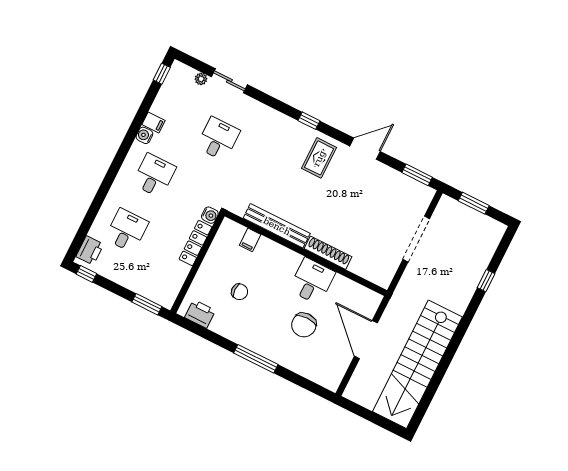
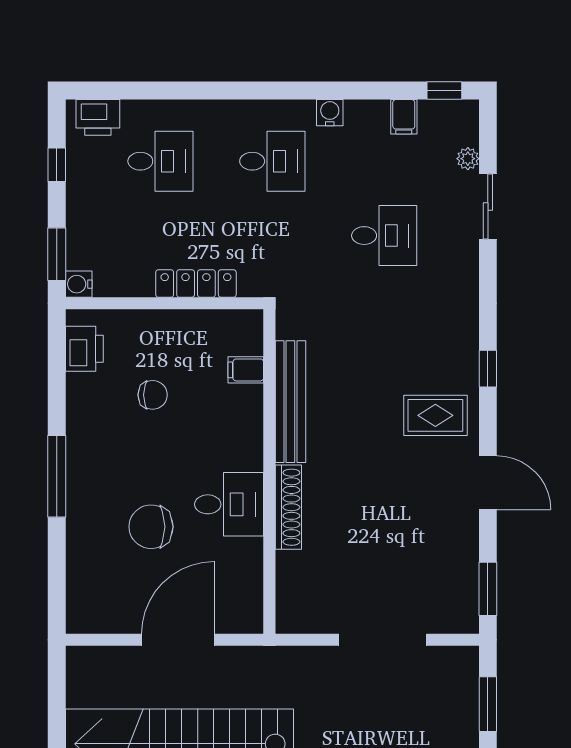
filing cabinet: (153, 122) -> (404, 117), moved
water cooler: (210, 215) -> (79, 284), moved, turned 90
window: (86, 274) -> (57, 165), moved
chair: (239, 292) -> (153, 395), turned -90

